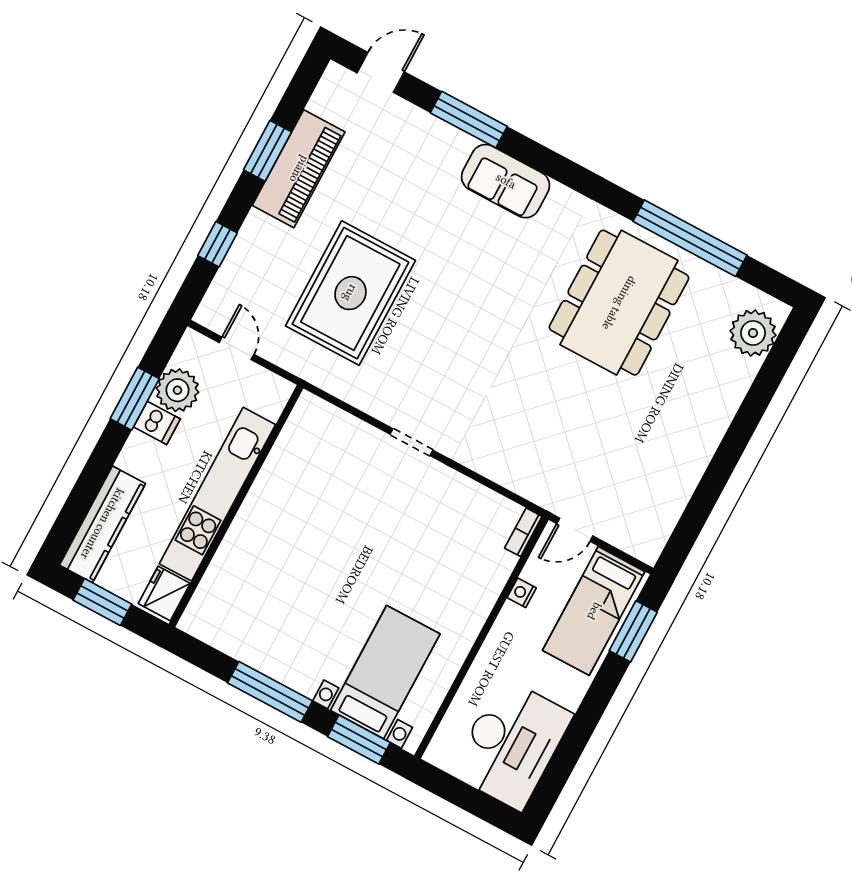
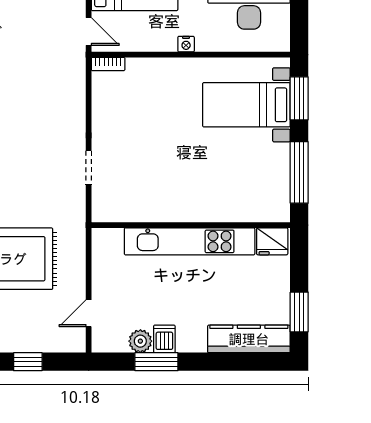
plant: (177, 390) -> (140, 341), width x0.73, depth x0.73
kitchen unit: (217, 494) -> (190, 241), moved
wall: (236, 506) -> (191, 225), moved
fridge: (164, 593) -> (272, 241), moved
nightstand: (522, 593) -> (186, 44), moved

